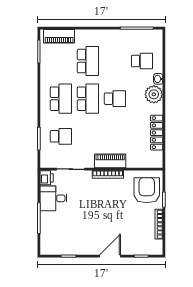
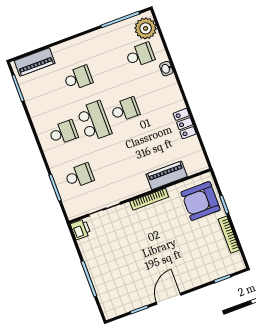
school desk: (88, 61) -> (78, 78), width x0.54
plant: (154, 94) -> (146, 28), moved
school desk: (61, 99) -> (63, 133), width x0.54
locker: (157, 133) -> (185, 124), width x0.66
piano: (110, 161) -> (167, 175), moved
armchair: (147, 190) -> (201, 201), turned -90
desk: (54, 198) -> (97, 250), removed
door: (110, 256) -> (169, 299), moved

